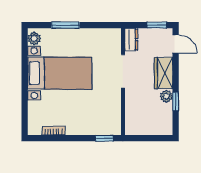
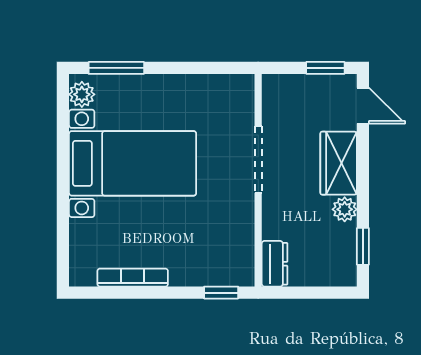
window: (65, 25) -> (116, 68), moved
dresser: (131, 40) -> (275, 264), moved
window: (176, 101) -> (363, 246), moved
bookcase: (53, 131) -> (133, 278), width x1.56

